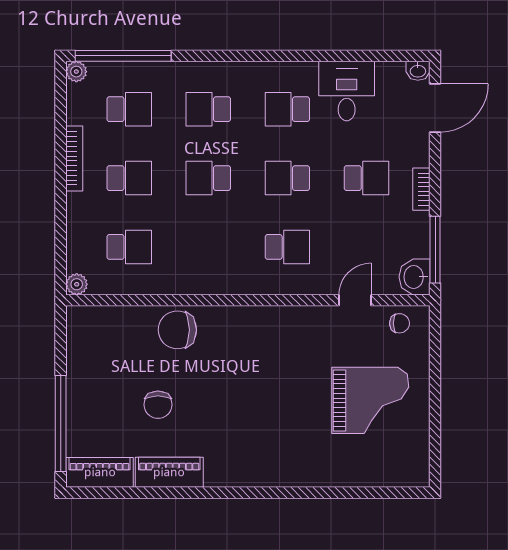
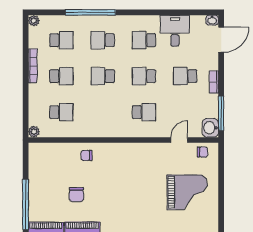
window: (123, 56) -> (91, 12), moved
school desk: (366, 178) -> (185, 76), turned 180
chair: (177, 330) -> (87, 155), width x0.54, depth x0.54

